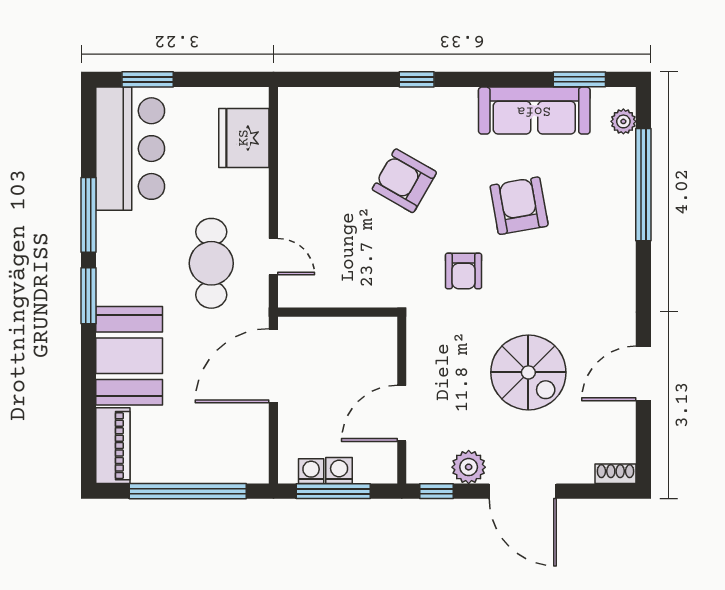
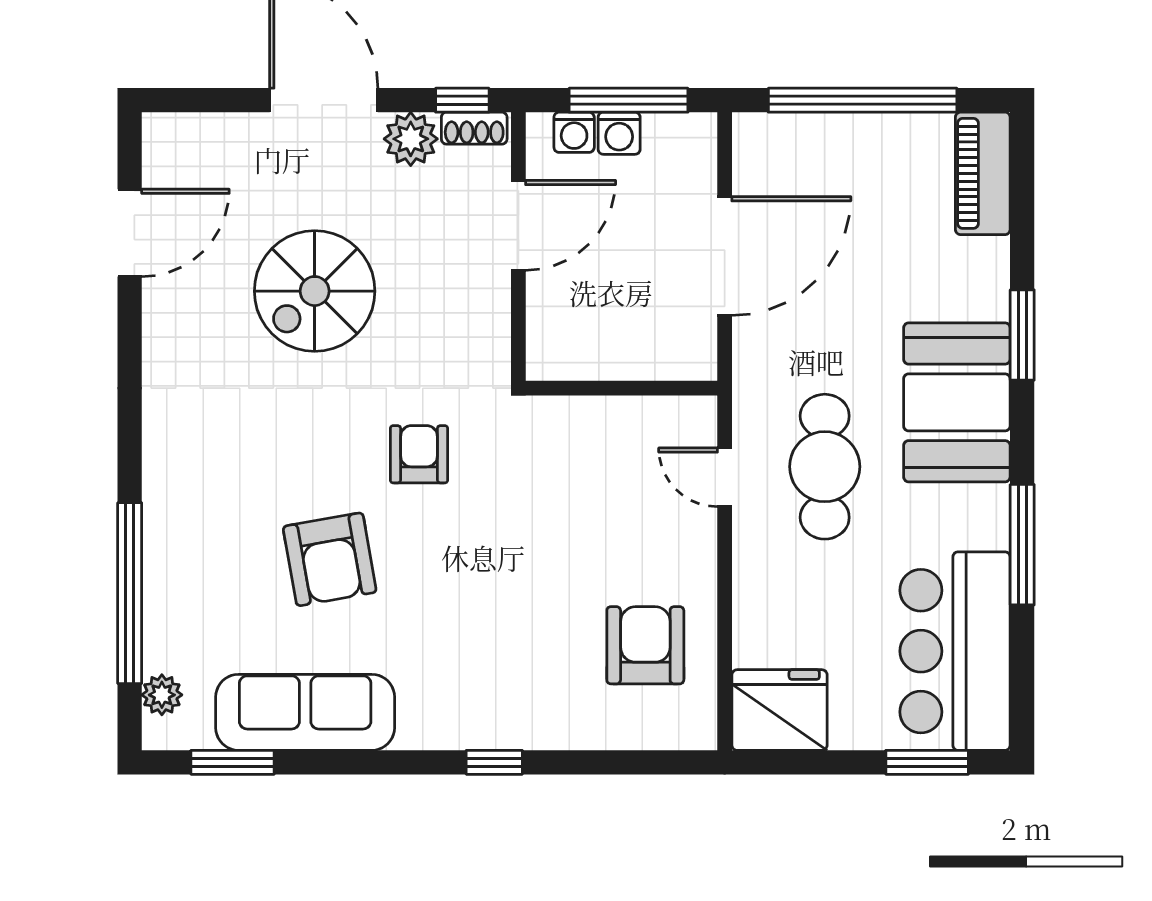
fridge: (244, 138) -> (779, 710), moved, turned -90
armchair: (404, 181) -> (645, 645), moved, turned -120
window: (88, 296) -> (1022, 335), moved
booth: (129, 356) -> (957, 402), moved
door: (273, 366) -> (725, 256), moved
spiral stairs: (528, 372) -> (315, 291), turned -90
door: (643, 373) -> (130, 233), moved
washing machine: (311, 471) -> (574, 132), moved
shoe rack: (615, 474) -> (474, 128), moved

